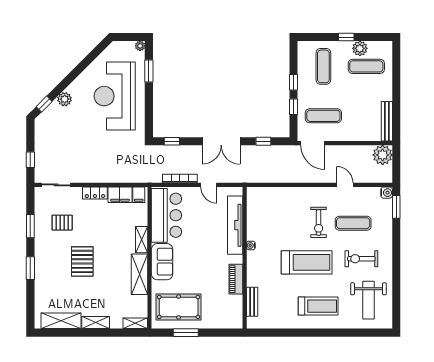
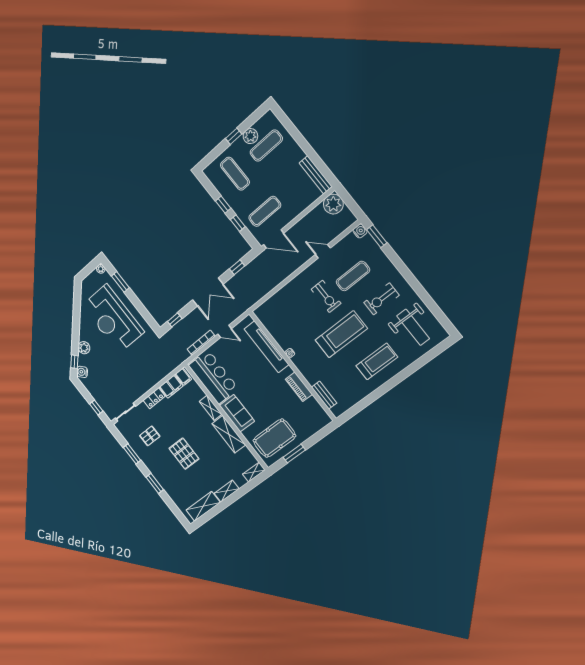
water cooler: (44, 119) -> (82, 372), added

